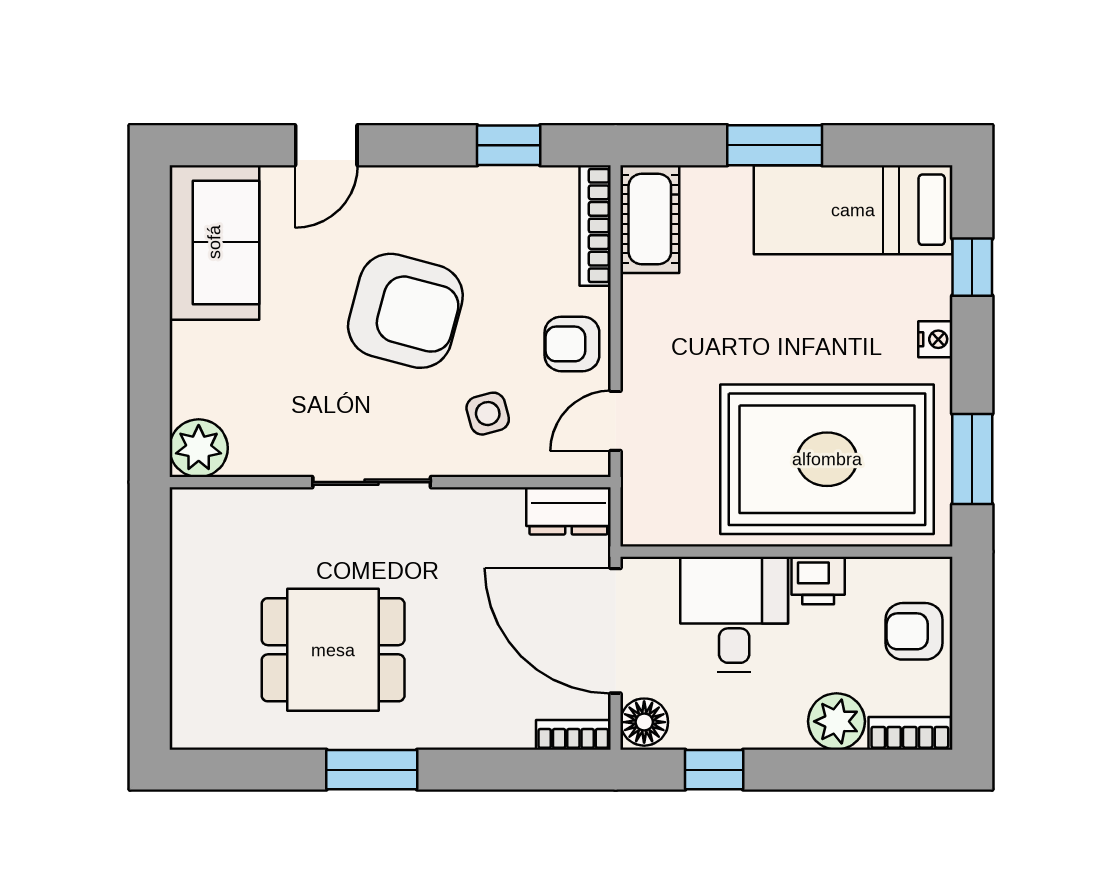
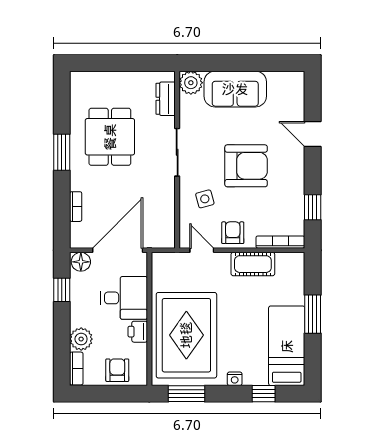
cot: (650, 219) -> (253, 264), moved
sofa: (214, 242) -> (235, 89), moved
armchair: (405, 311) -> (246, 166), turned -105
dresser: (568, 511) -> (166, 99), moved
bookcase: (573, 735) -> (76, 207), moved

